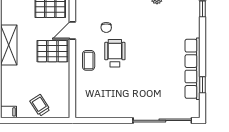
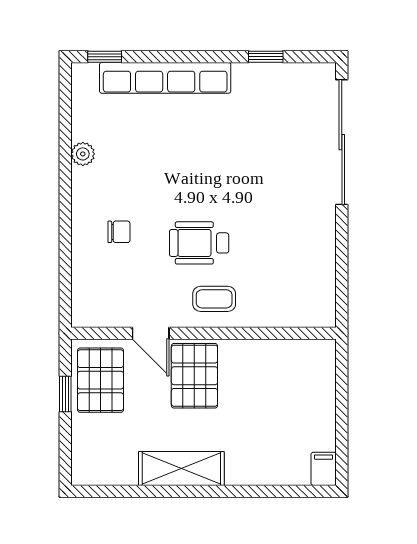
chair: (106, 27) -> (119, 232), moved
row of seats: (193, 69) -> (165, 78), moved
trolley: (40, 105) -> (309, 402), removed

